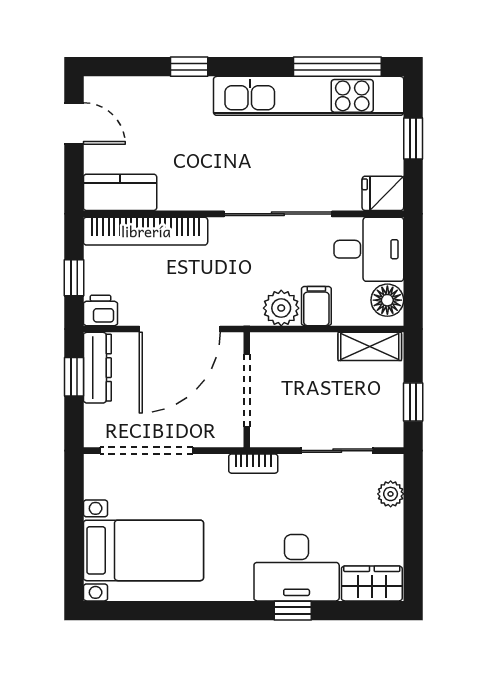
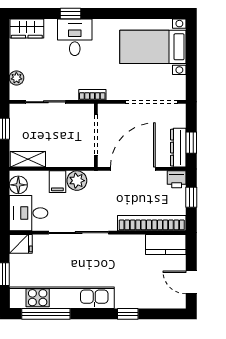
desk: (297, 568) -> (75, 37), width x0.73

